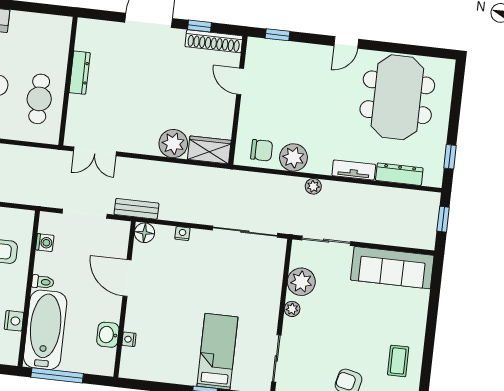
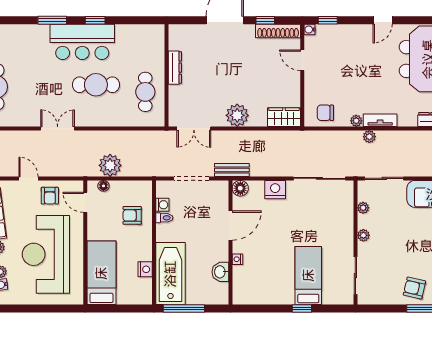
water cooler: (254, 44) -> (310, 30), added
plant: (173, 144) -> (237, 115), moved
chair: (262, 150) -> (325, 113), turned 180
plant: (293, 157) -> (356, 121), width x0.53, depth x0.53
tv unit: (354, 170) -> (380, 120), moved
nightstand: (182, 234) -> (275, 190), width x1.89, depth x1.79
door: (127, 278) -> (230, 225), swing flipped
toilet: (43, 282) -> (164, 218), moved
plant: (301, 282) -> (363, 208), width x0.53, depth x0.53
nightstand: (129, 339) -> (237, 259), moved

